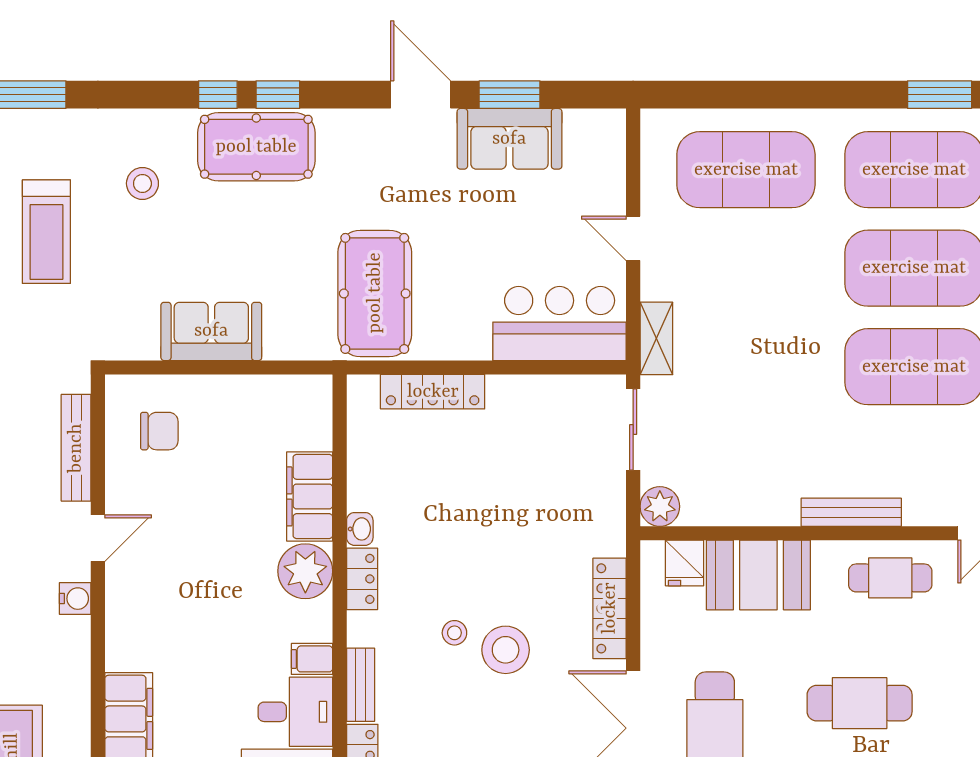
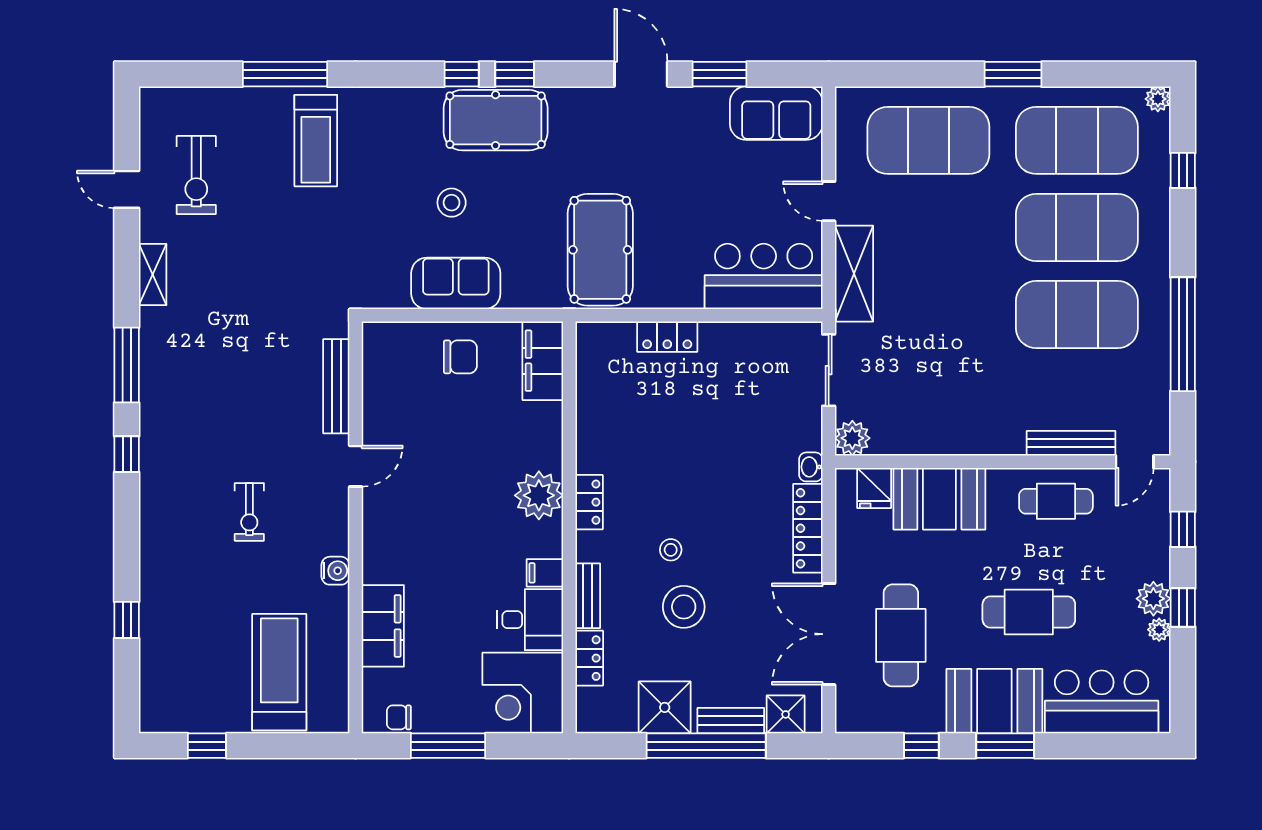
window: (940, 95) -> (1013, 74), moved
sofa: (509, 139) -> (776, 113), moved
stool: (142, 183) -> (452, 203), moved
treadmill: (46, 232) -> (316, 141), moved
shelving: (656, 338) -> (854, 274), width x1.50, depth x1.33
locker: (433, 392) -> (667, 337), width x0.66
chair: (159, 431) -> (460, 357), moved
filing cabinet: (310, 496) -> (543, 361), moved
bench: (851, 512) -> (1071, 443), moved
washbasin: (360, 529) -> (811, 467), moved, turned 180
water cooler: (75, 599) -> (335, 571), moved
stool: (506, 650) -> (684, 607), moved

